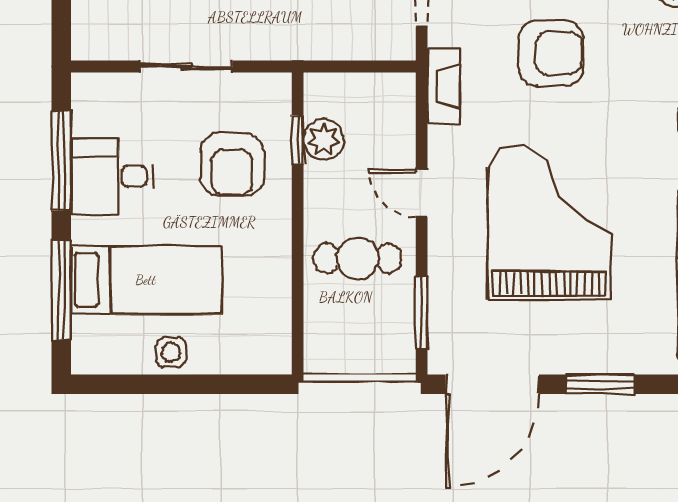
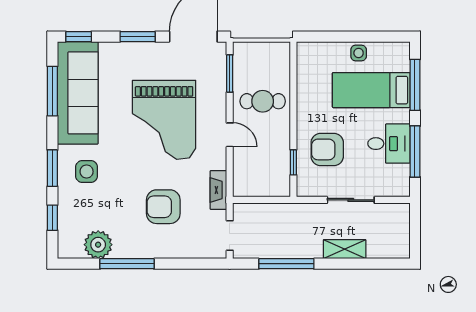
plant: (324, 140) -> (280, 162), removed
armchair: (232, 165) -> (327, 149), turned -90

